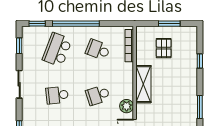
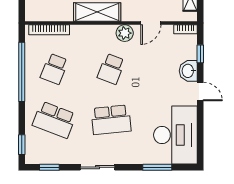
window: (76, 24) -> (22, 72), moved
school desk: (57, 95) -> (111, 120), width x1.85
school desk: (98, 95) -> (111, 69), turned 39

